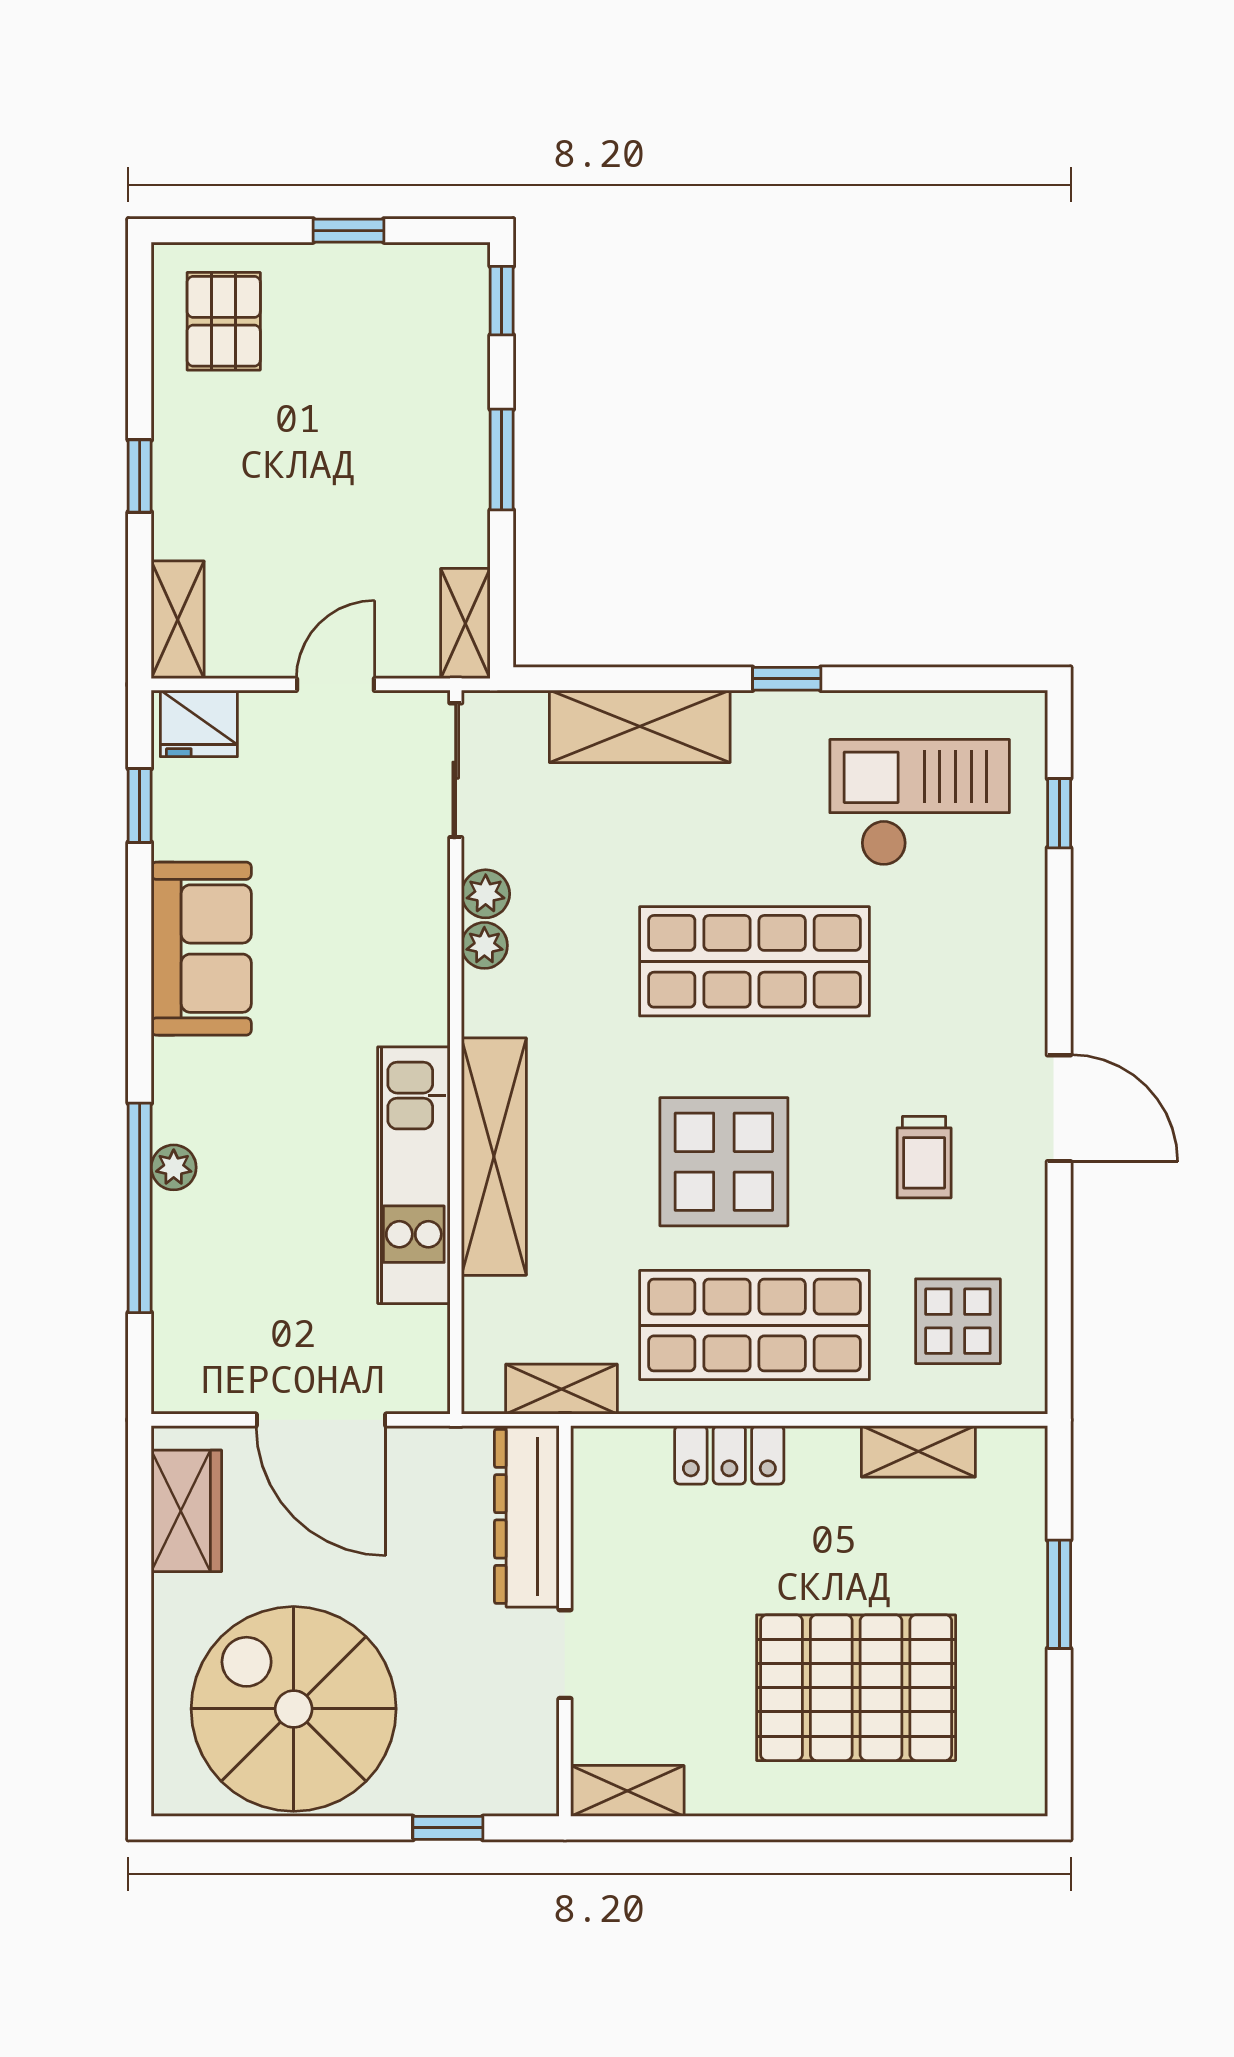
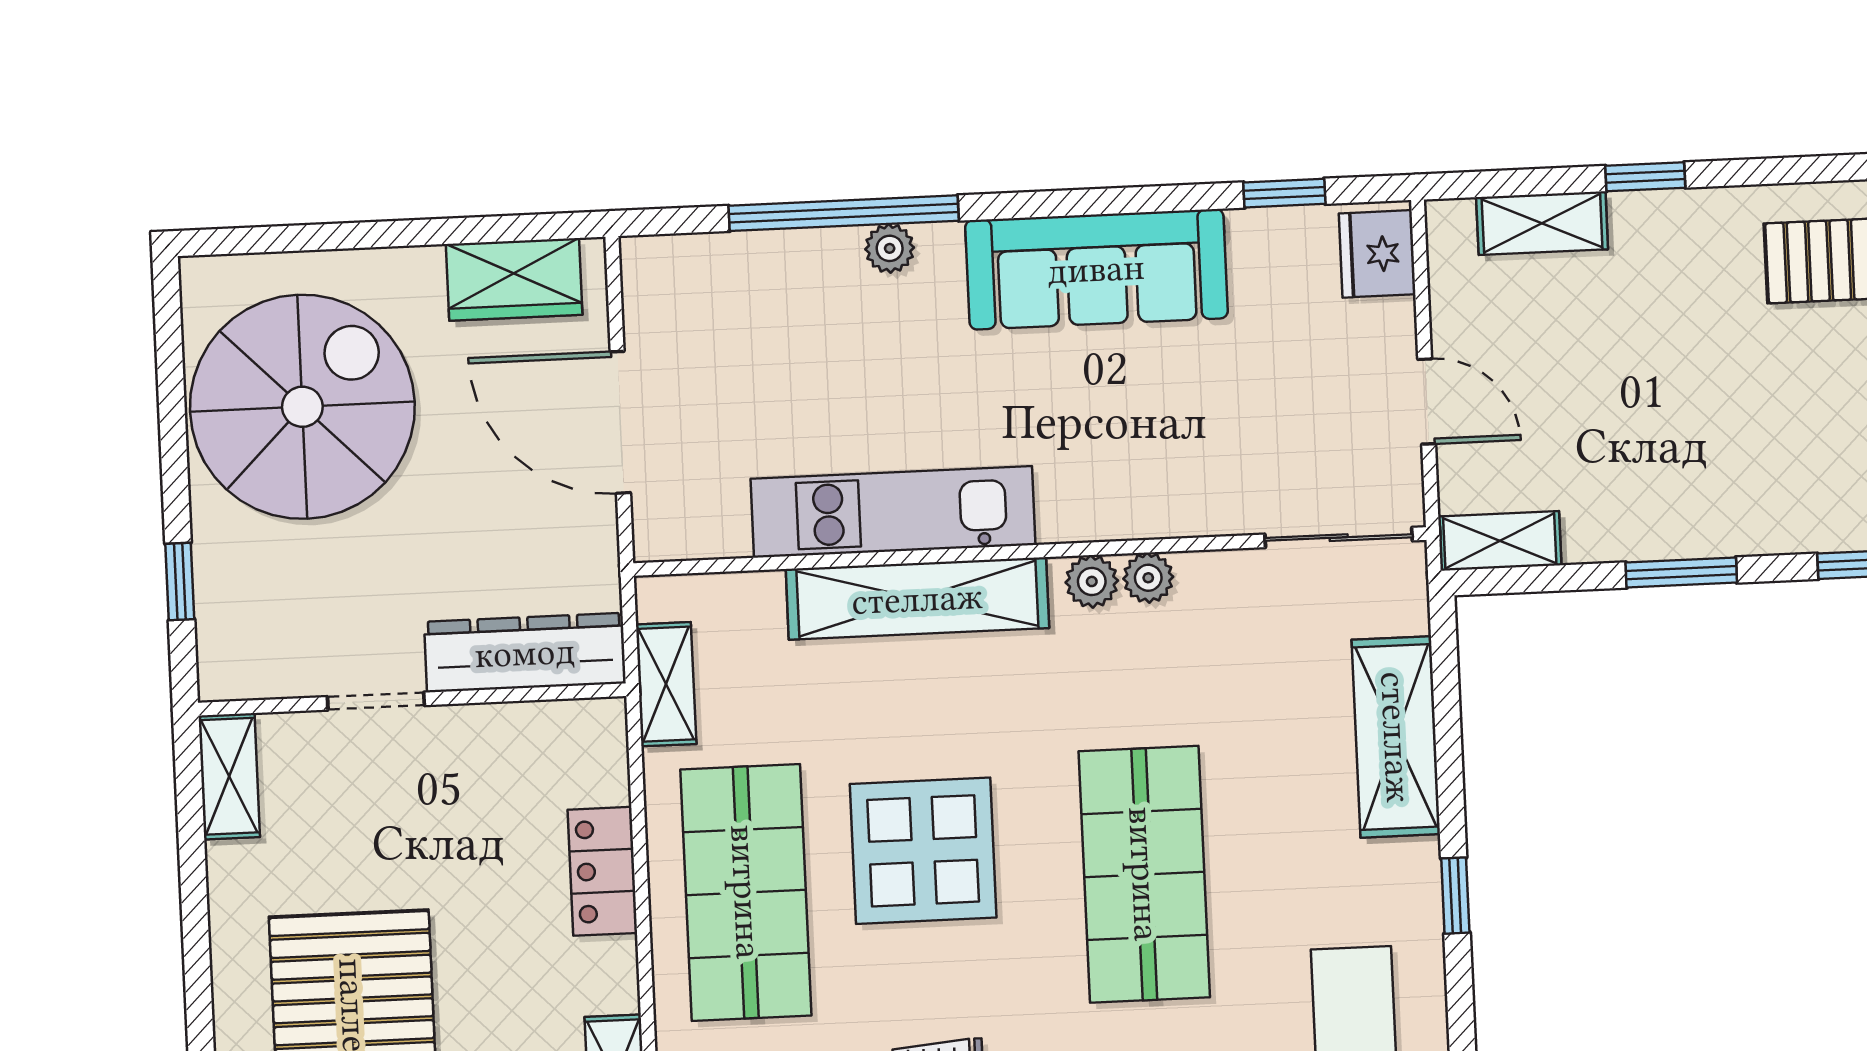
shelving: (178, 620) -> (1542, 223), moved
plant: (486, 894) -> (1092, 581), moved
sofa: (201, 949) -> (1096, 269), width x1.36
door: (321, 1420) -> (620, 422), hinge flipped

